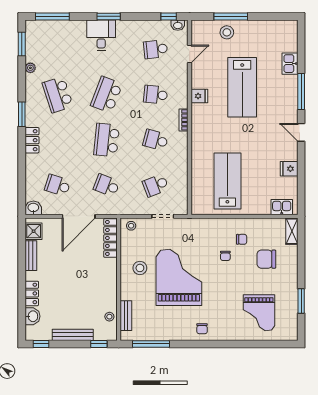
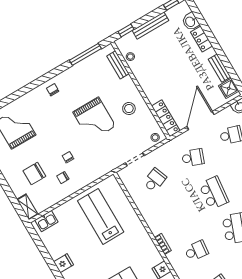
school desk: (156, 140) -> (175, 215), removed
fridge: (289, 169) -> (63, 263), moved
lab bench: (227, 181) -> (101, 216), turned 180
chair: (266, 259) -> (34, 174), turned 180
grand piano: (179, 277) -> (94, 119), width x0.73, depth x0.68

